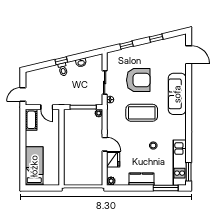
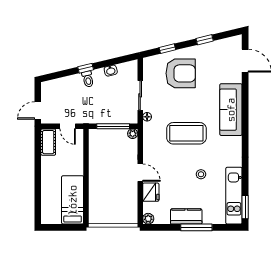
armchair: (138, 80) -> (181, 73), moved
bed: (34, 166) -> (73, 200), moved
window: (166, 188) -> (196, 227), moved

